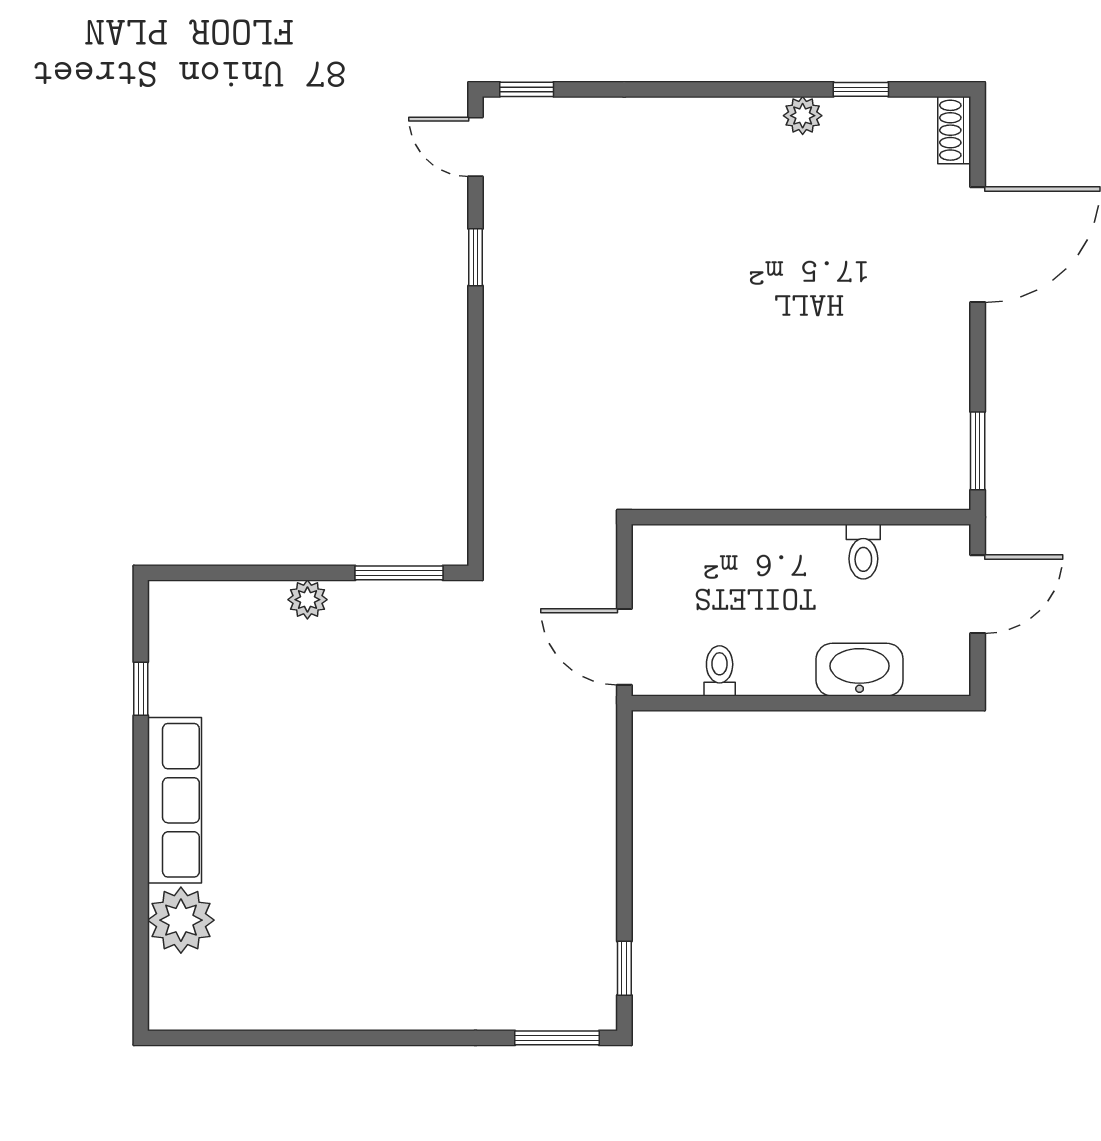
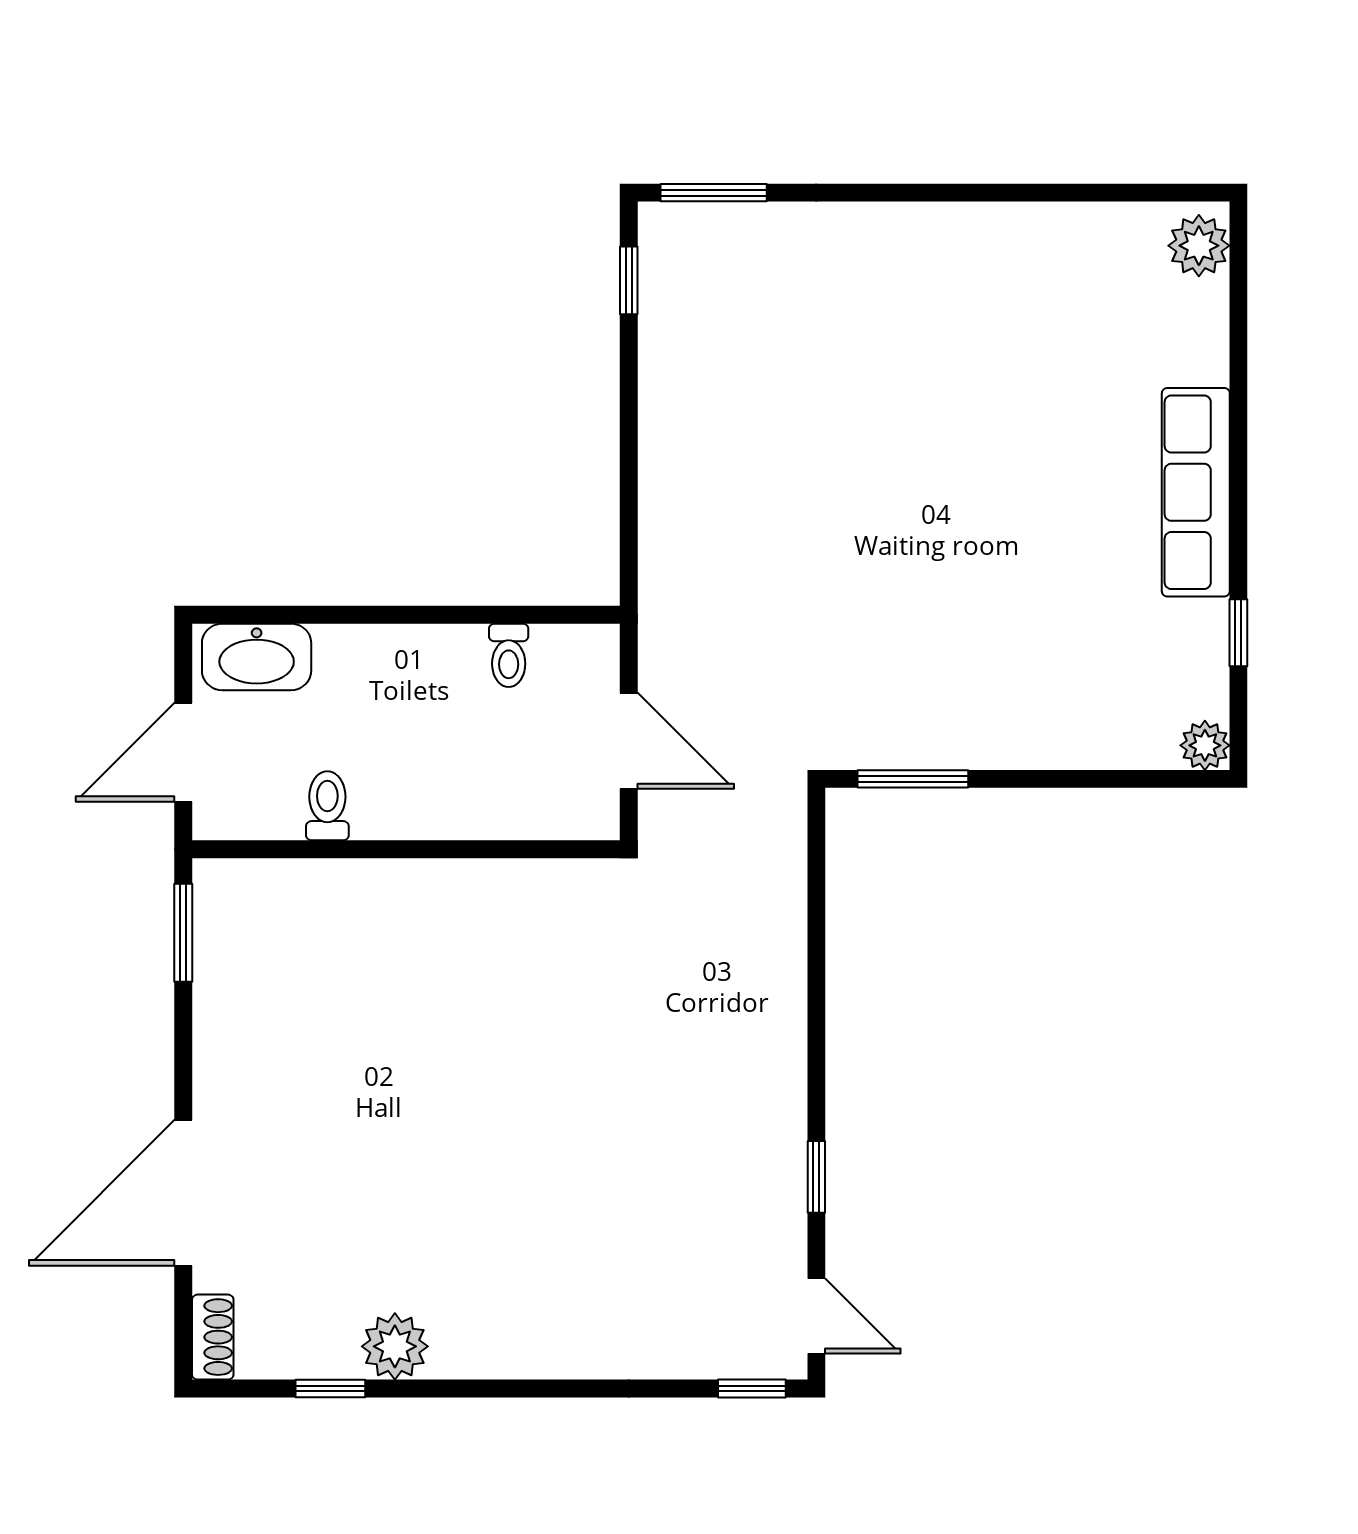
plant: (803, 116) -> (395, 1346), width x1.38, depth x1.38
plant: (307, 600) -> (1205, 745), moved
door: (624, 647) -> (629, 741), moved
washbasin: (860, 670) -> (257, 657), moved
plant: (181, 920) -> (1199, 246), moved, width x0.73, depth x0.73

